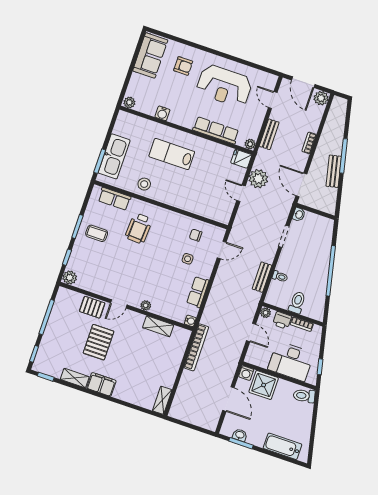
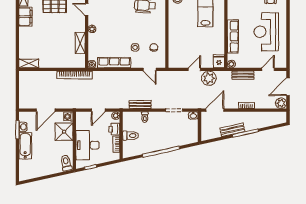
row of seats: (198, 292) -> (114, 63), width x1.48
bathtub: (282, 446) -> (25, 146), moved

